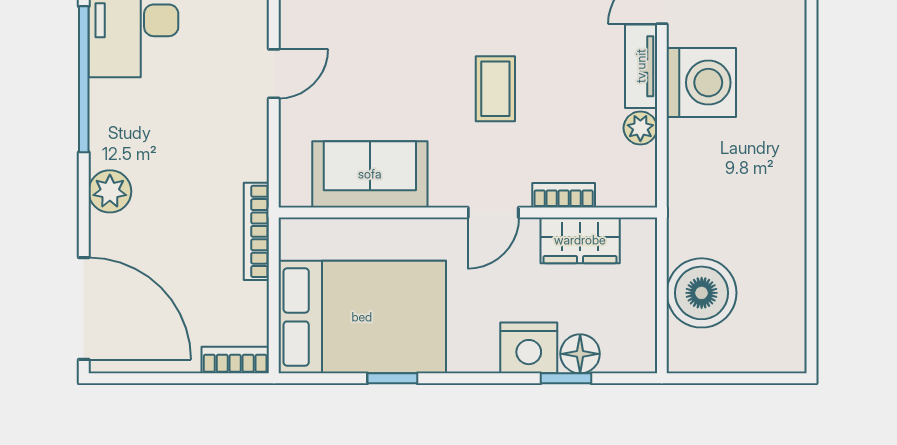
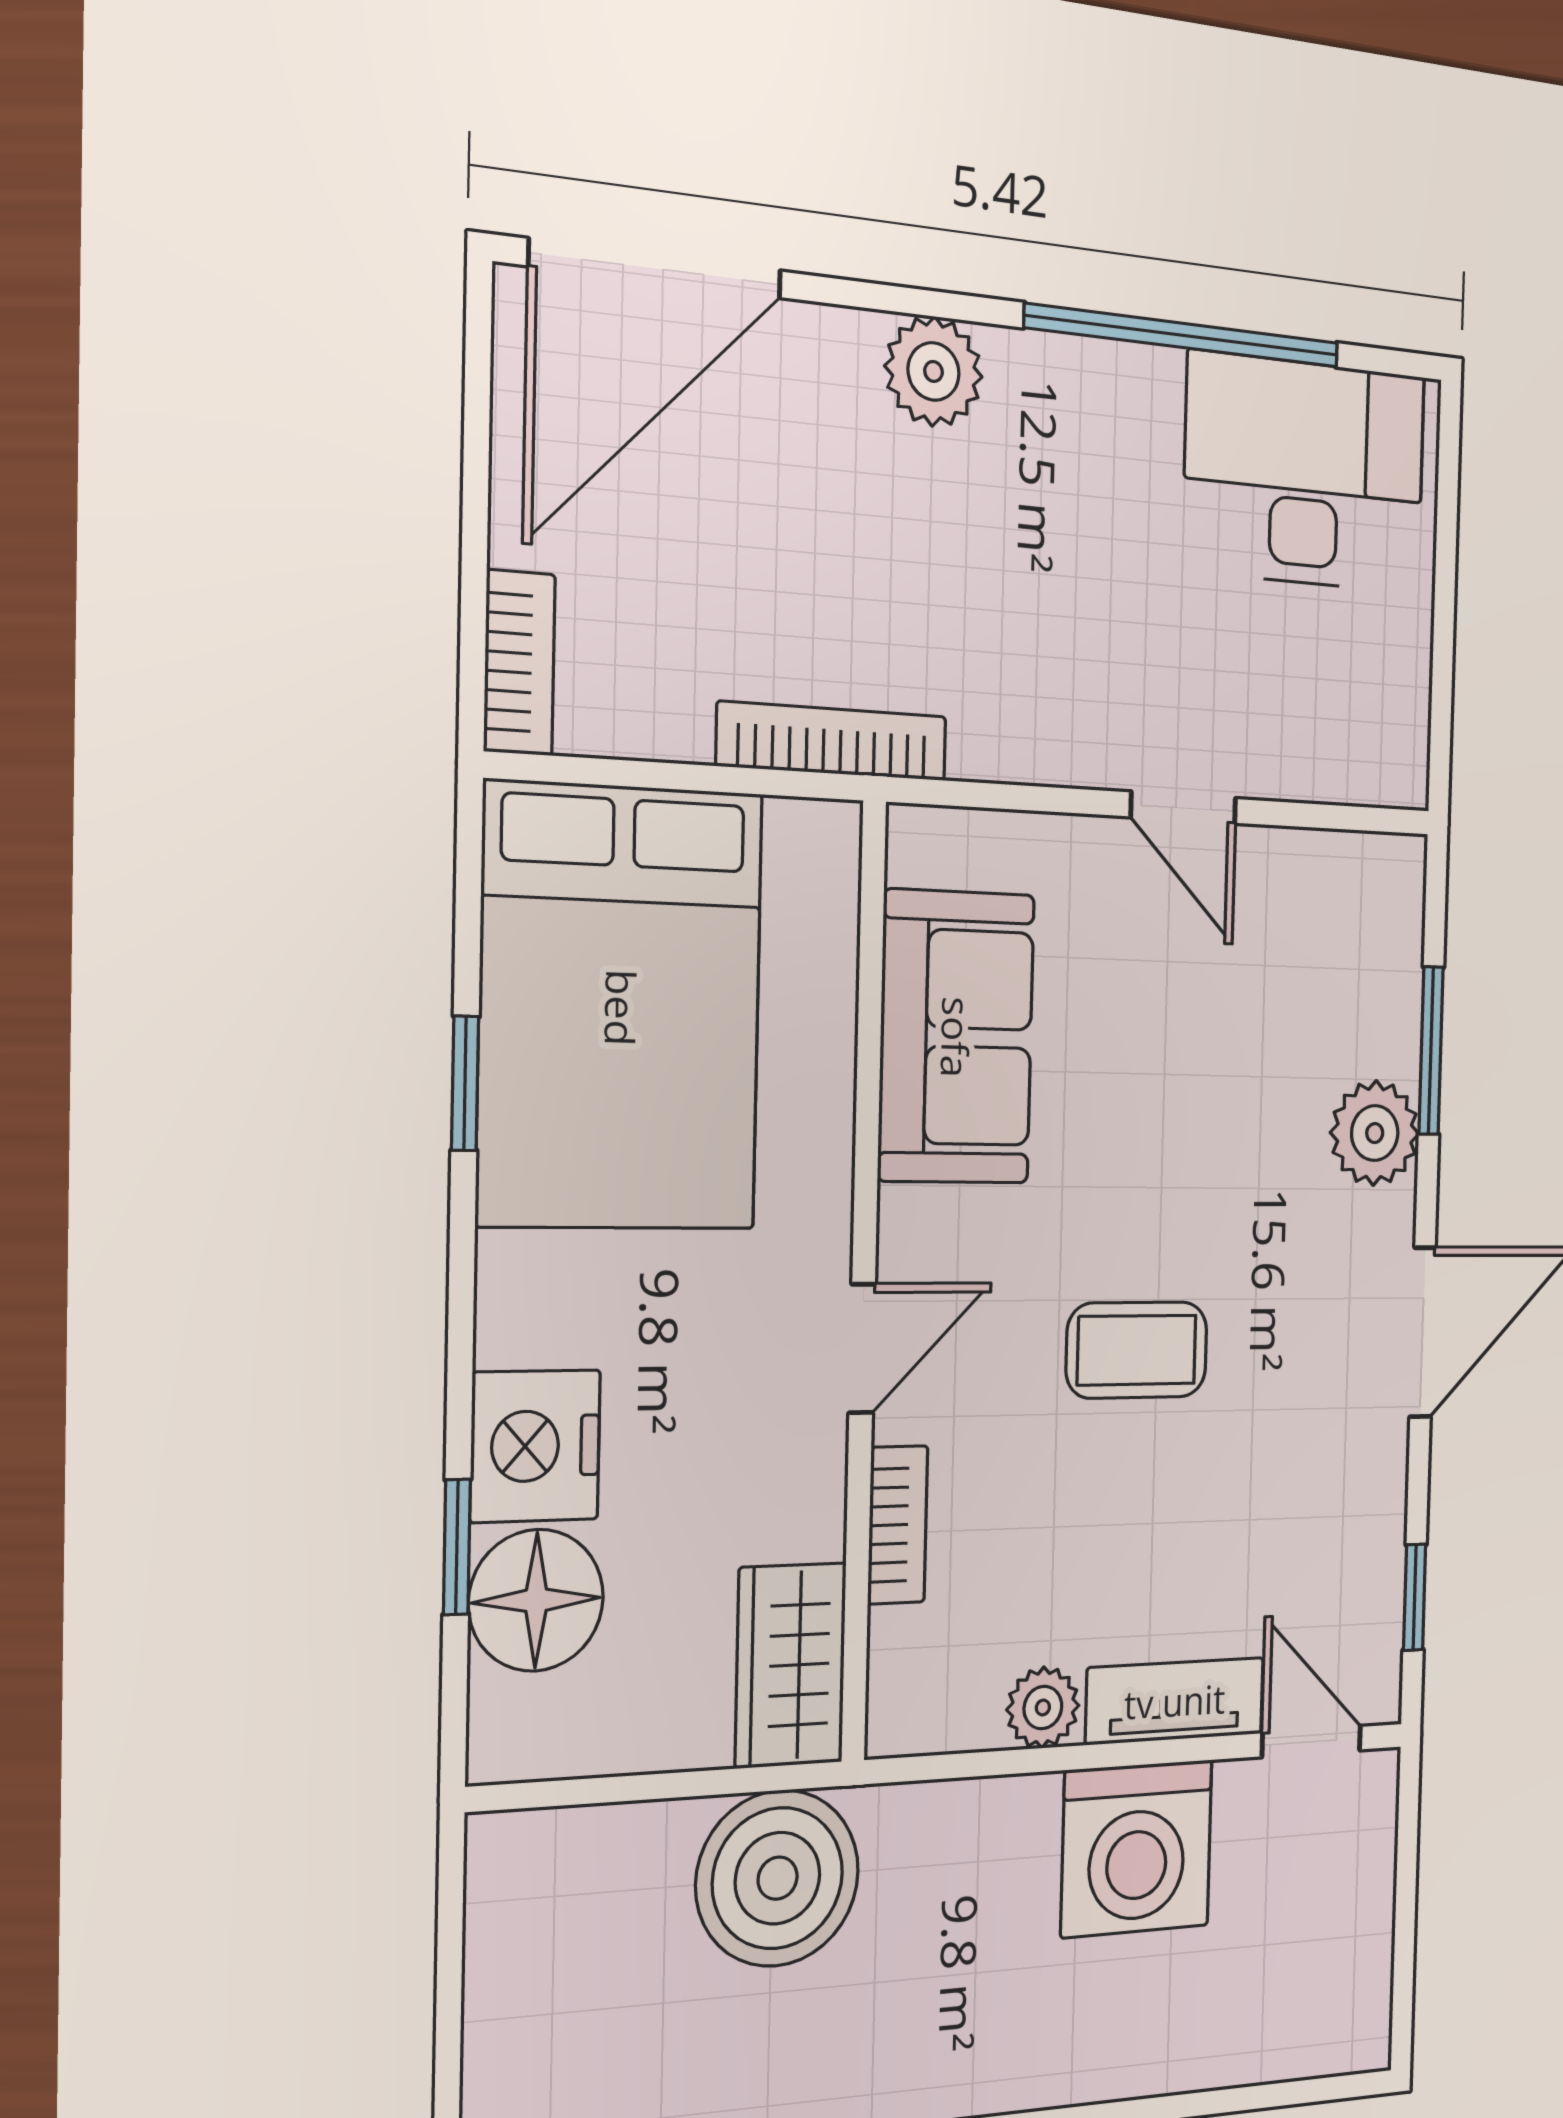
door: (493, 213) -> (862, 1348), swing flipped
wardrobe: (580, 240) -> (791, 1665), moved
boiler: (702, 293) -> (778, 1878), moved
floor lamp: (580, 354) -> (536, 1600), width x1.38, depth x1.38

